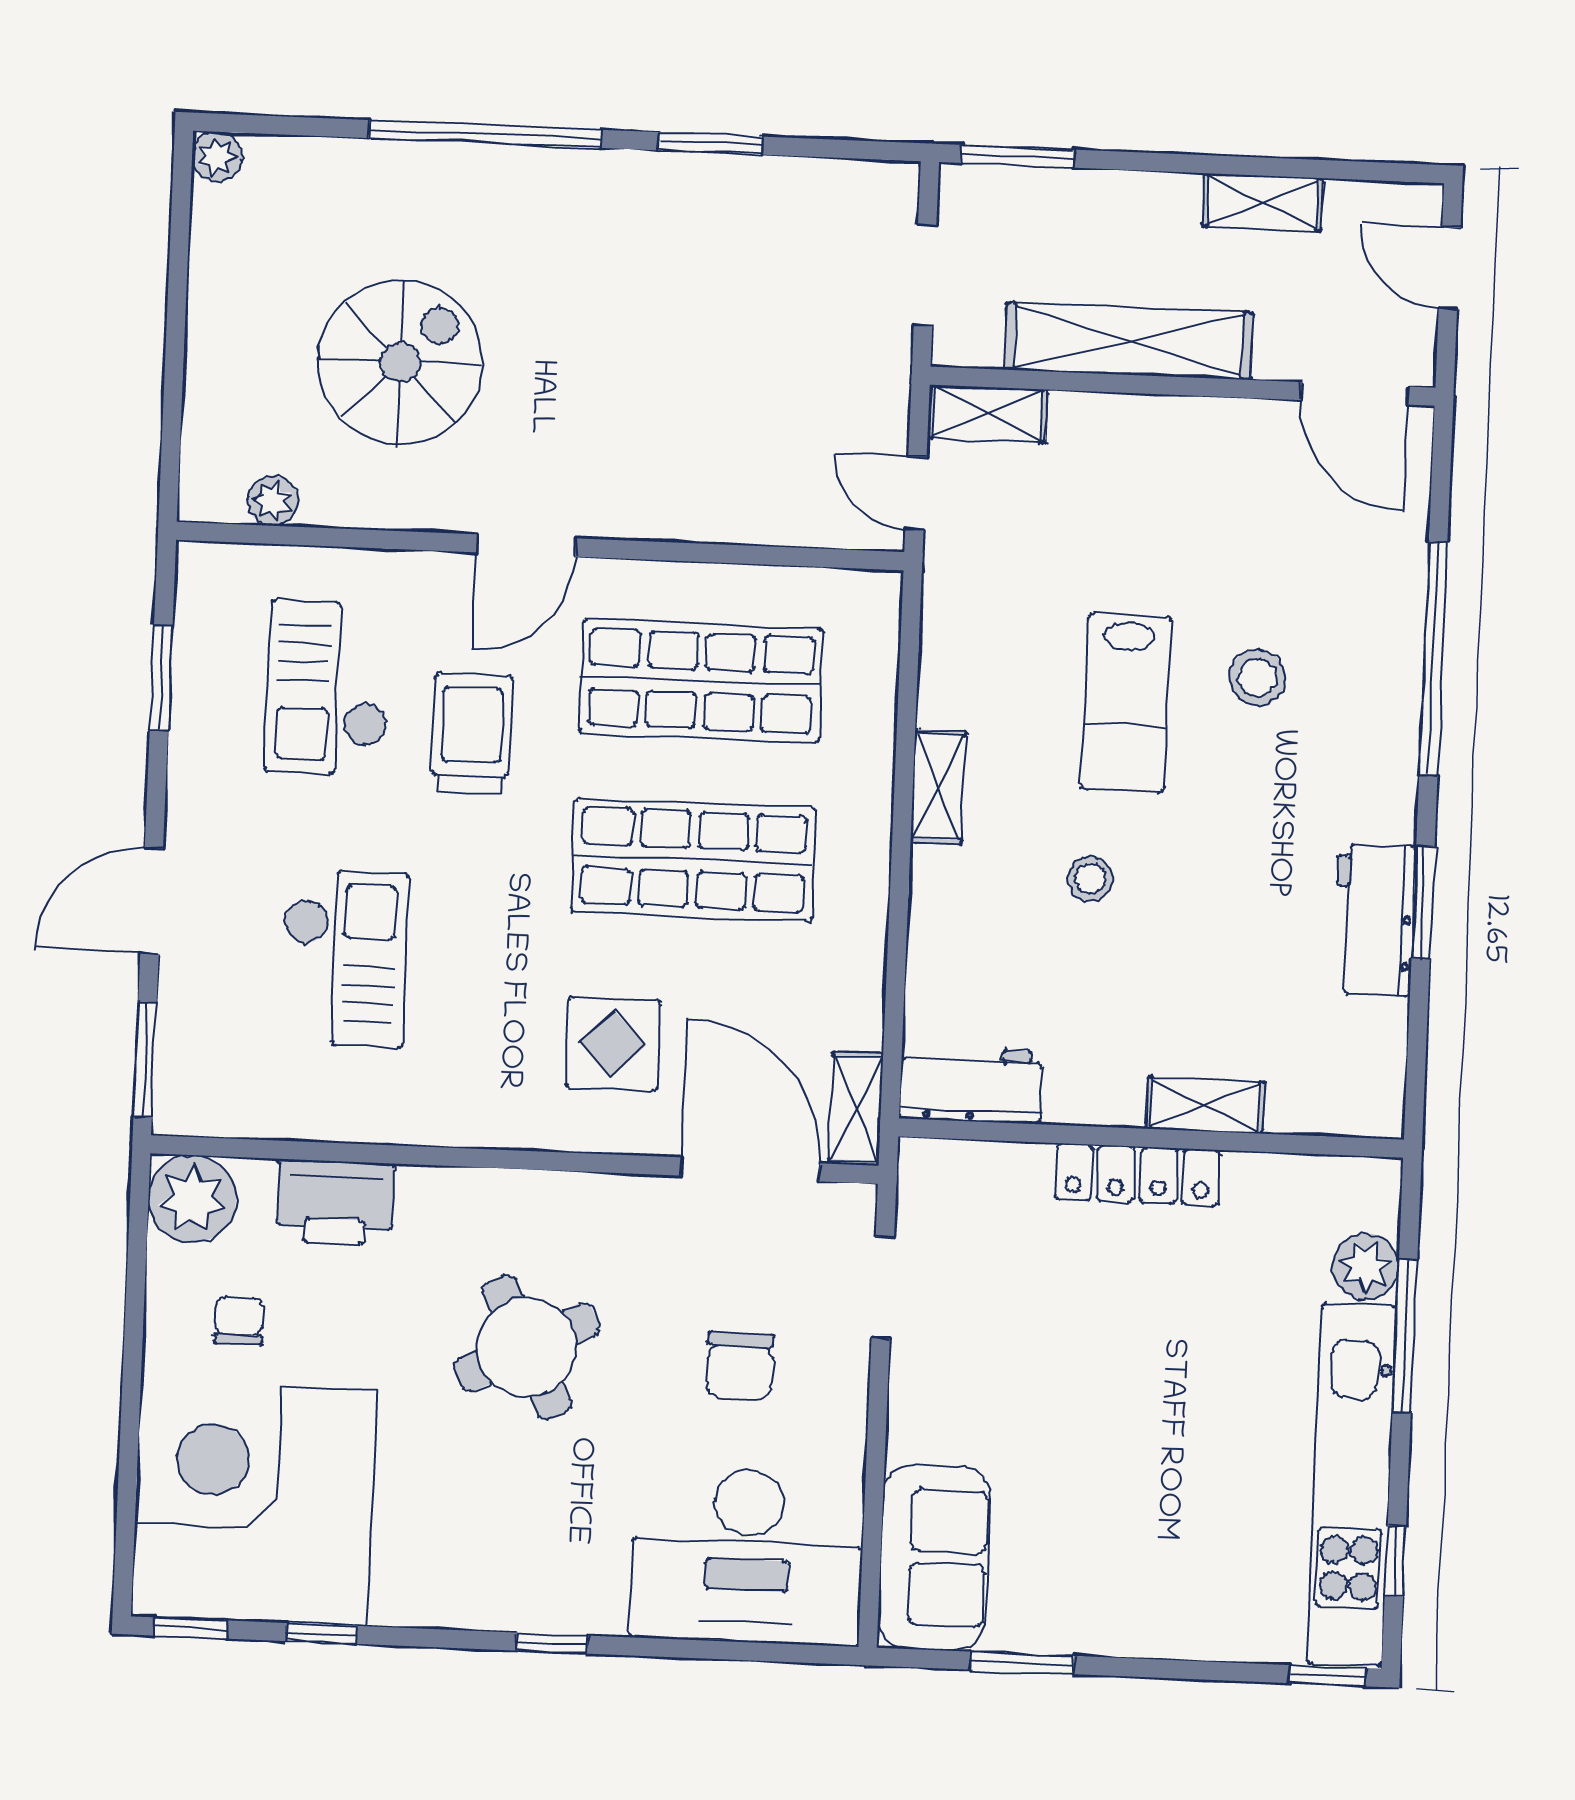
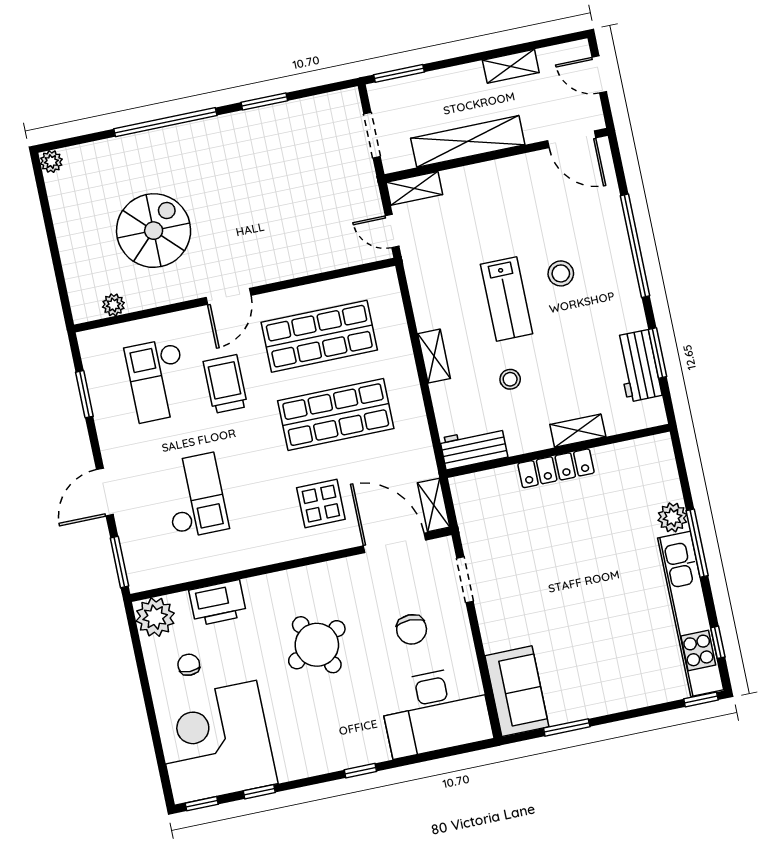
workbench: (971, 1085) -> (474, 448), moved
shelving: (1205, 1105) -> (578, 431), moved
wall: (1151, 1138) -> (558, 451), moved
locker: (1137, 1175) -> (556, 468), moved

